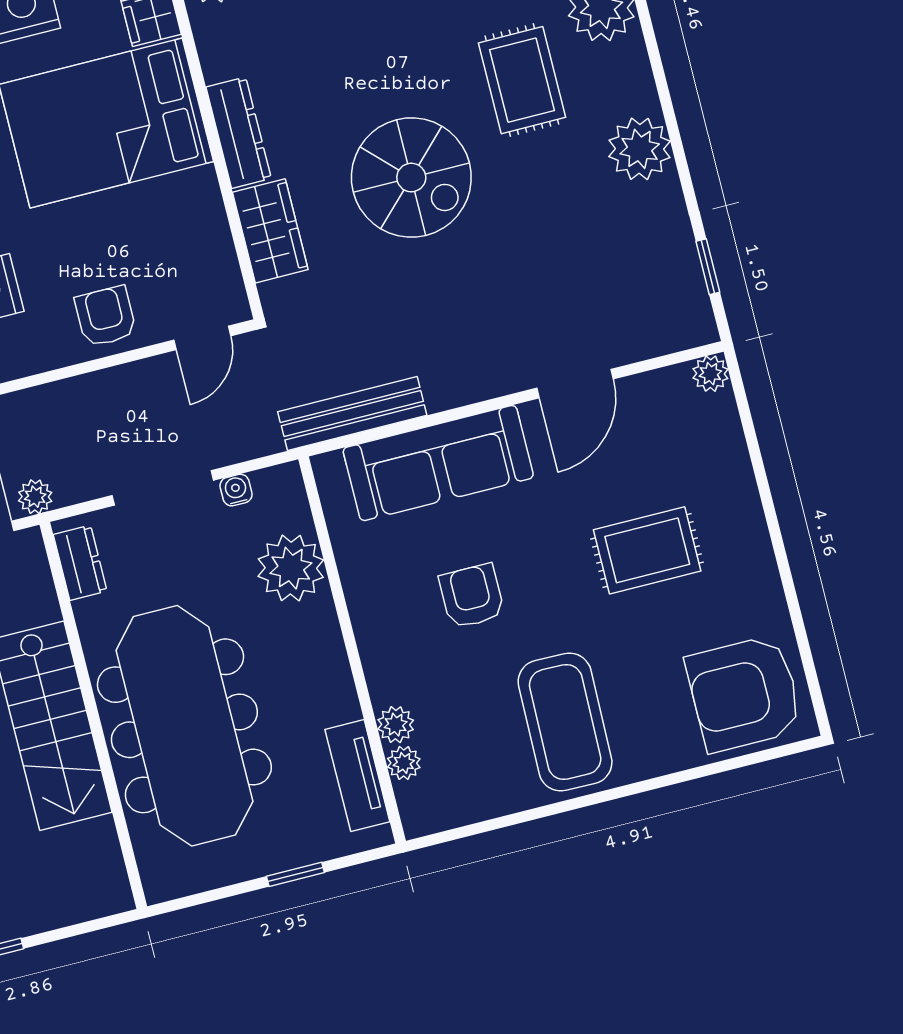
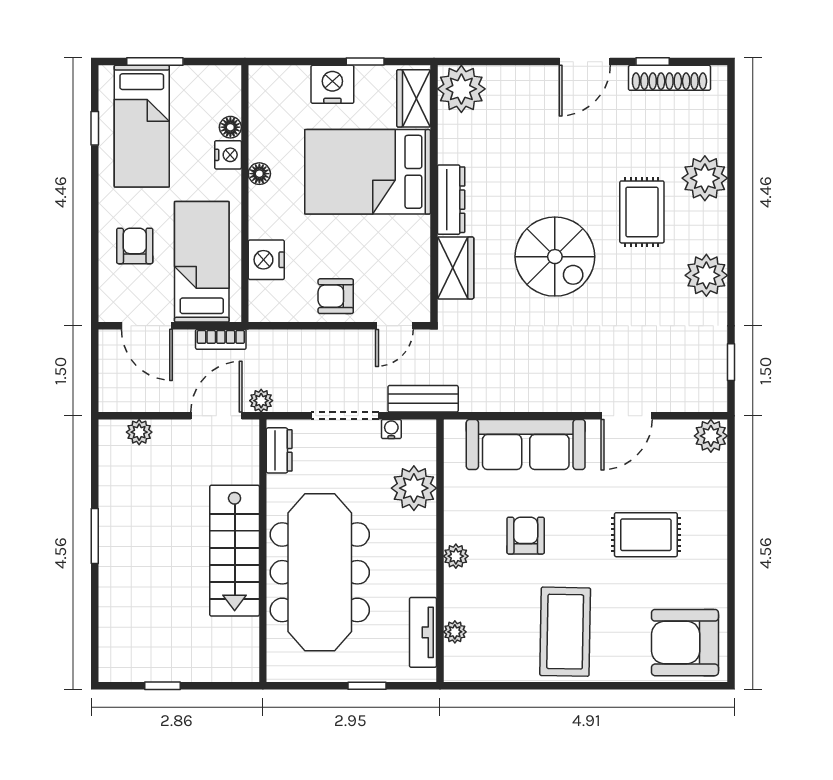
armchair: (106, 316) -> (336, 296), turned -90
plant: (710, 374) -> (711, 436), width x1.38, depth x1.38
bench: (352, 414) -> (423, 399), moved, width x0.73
plant: (396, 725) -> (456, 556), moved

